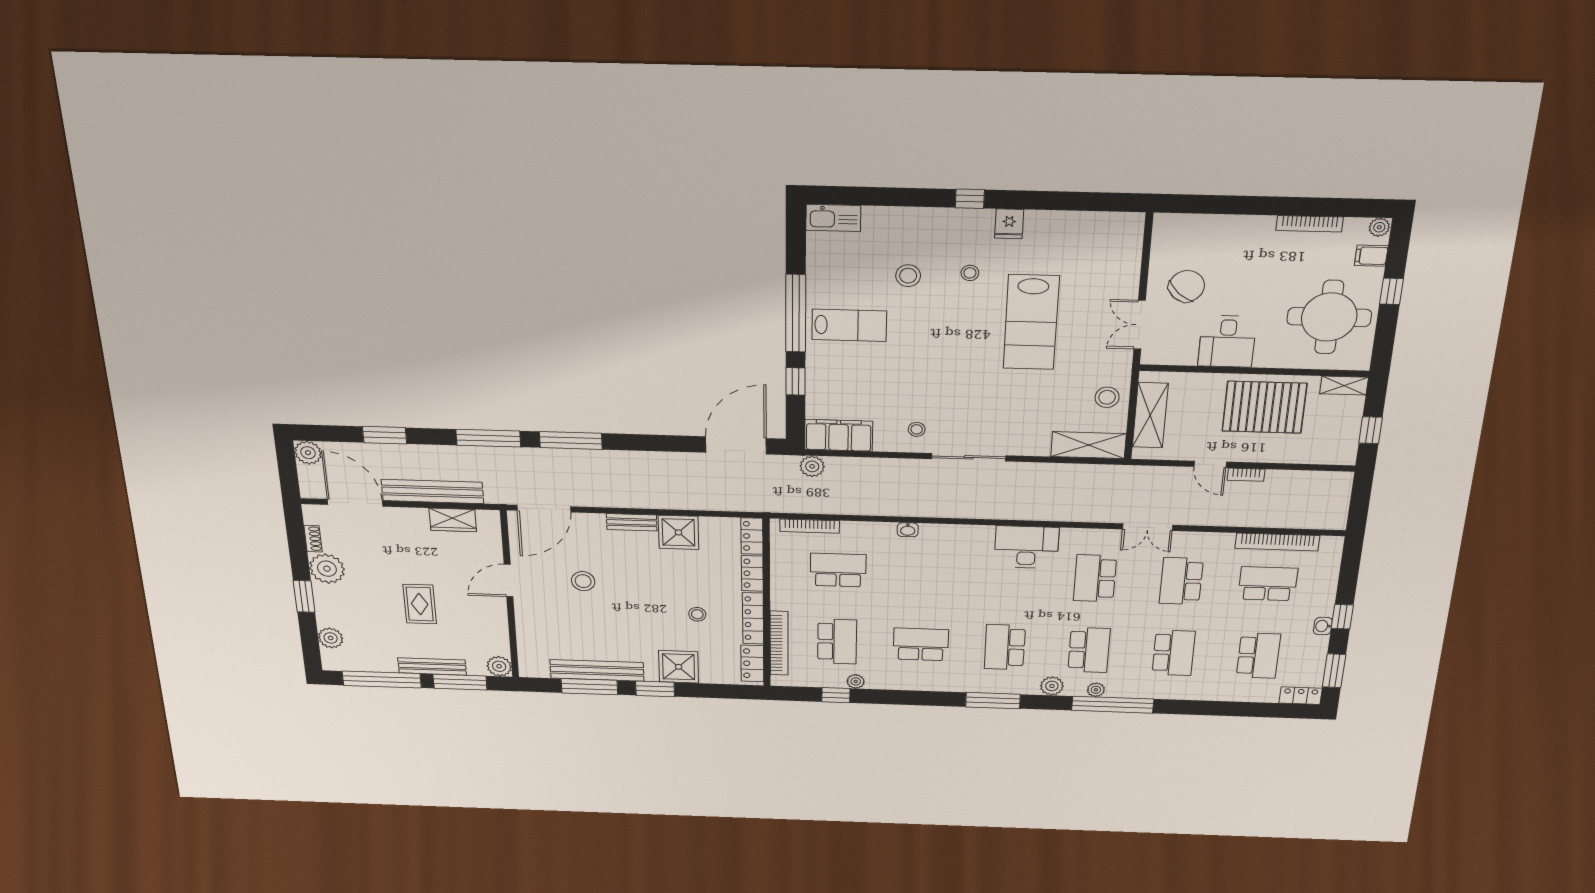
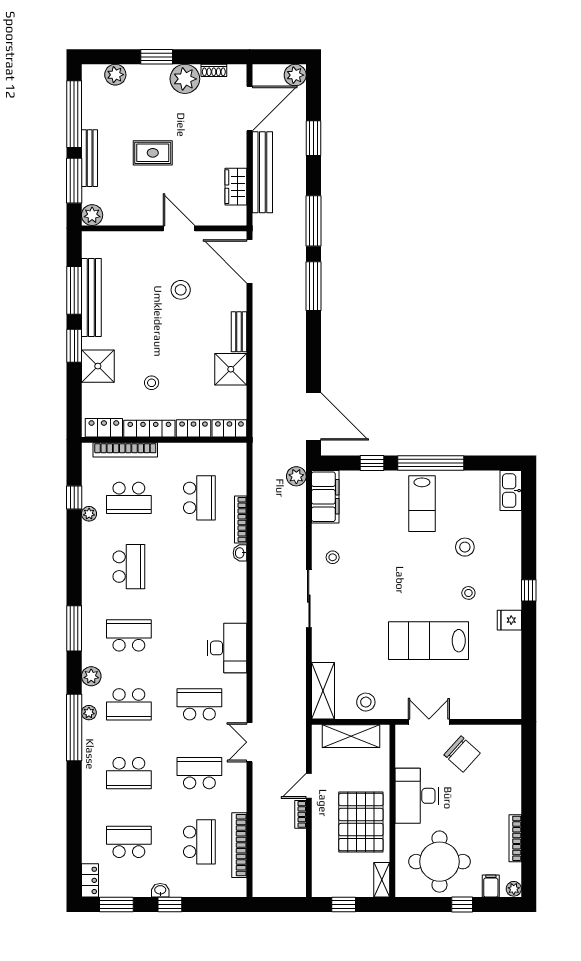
desk: (1227, 341) -> (417, 796), width x1.37
bookcase: (810, 526) -> (241, 520), moved
school desk: (1258, 656) -> (129, 842), turned 180

